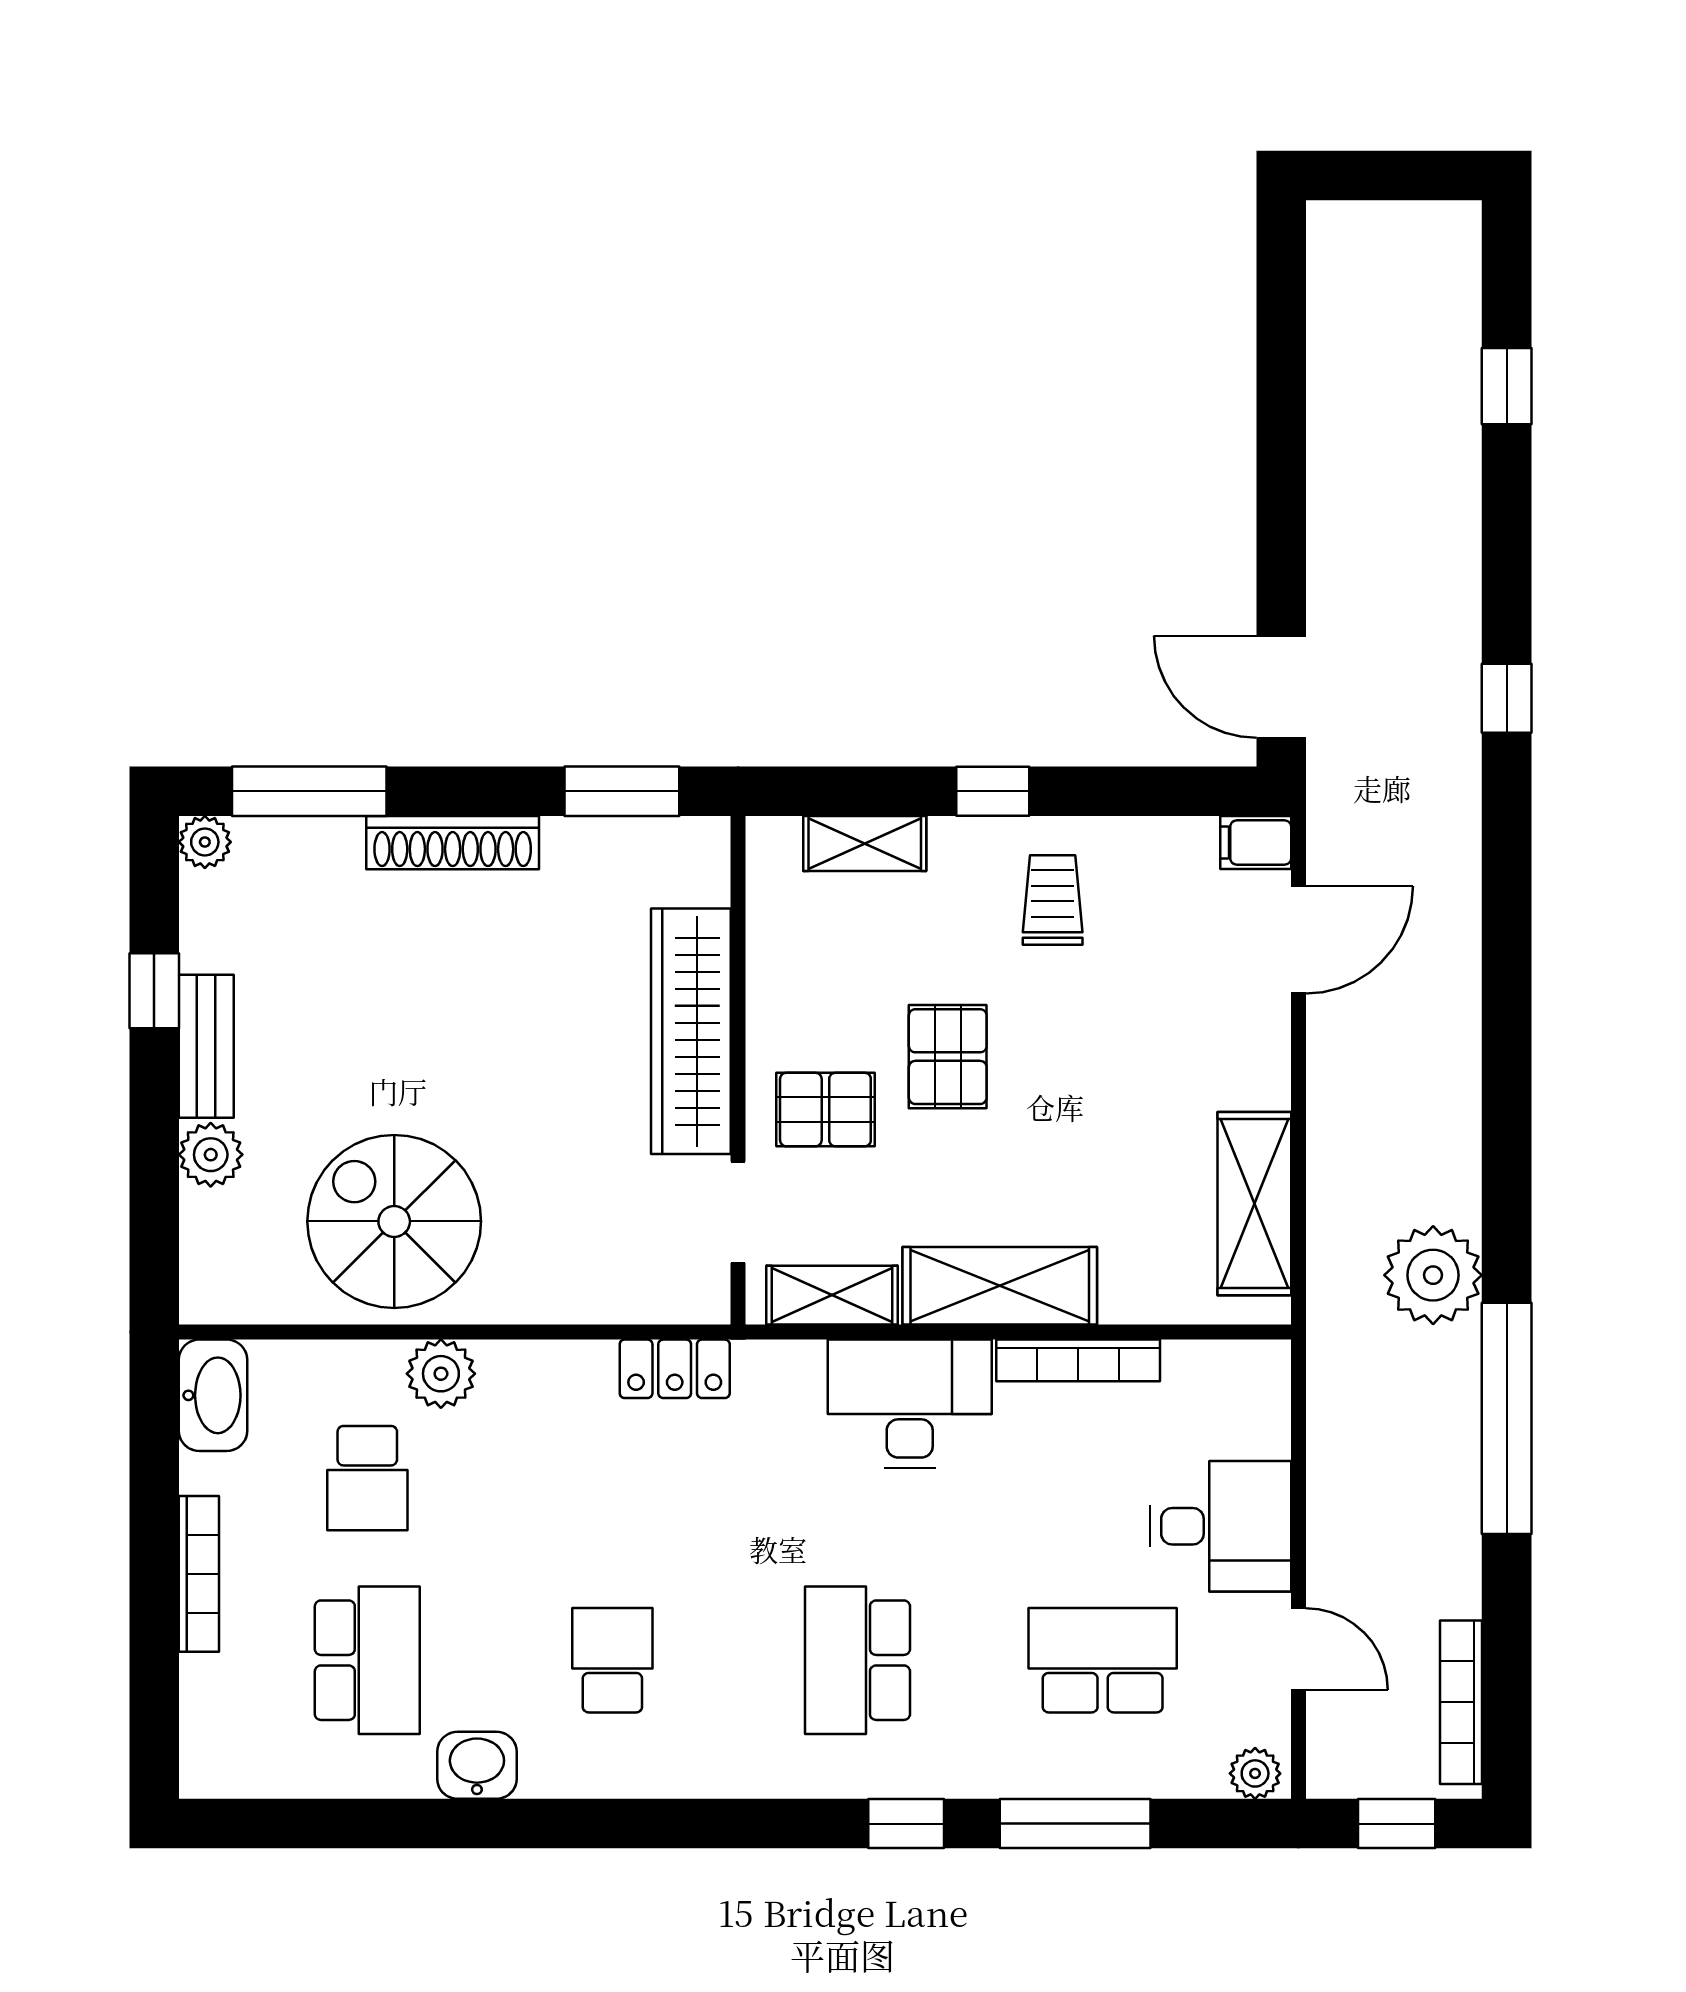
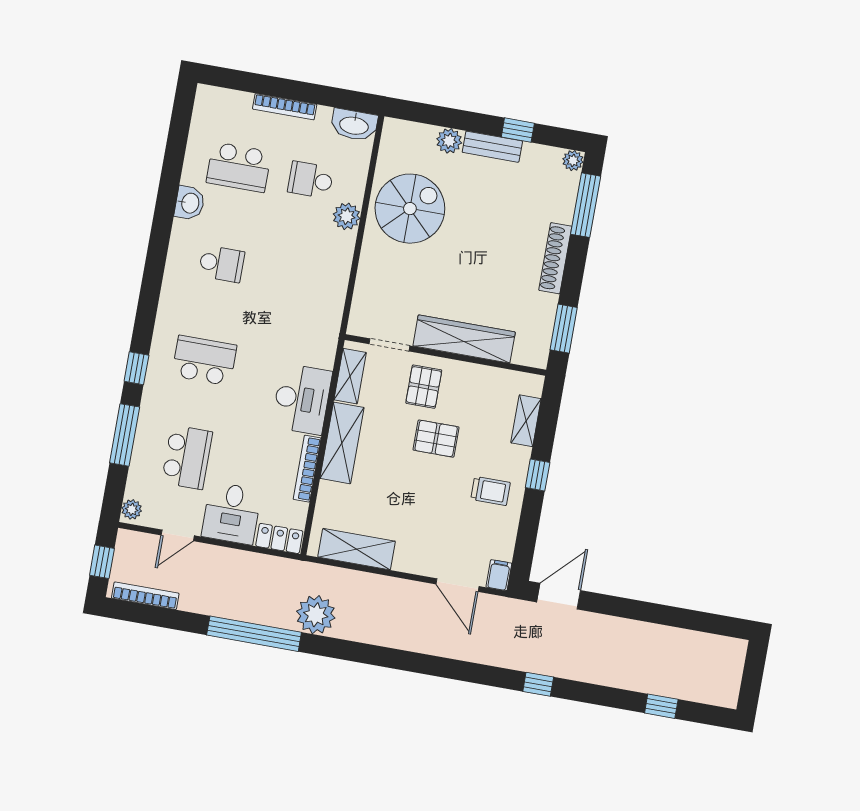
locker: (675, 1369) -> (279, 538), moved, turned 90

